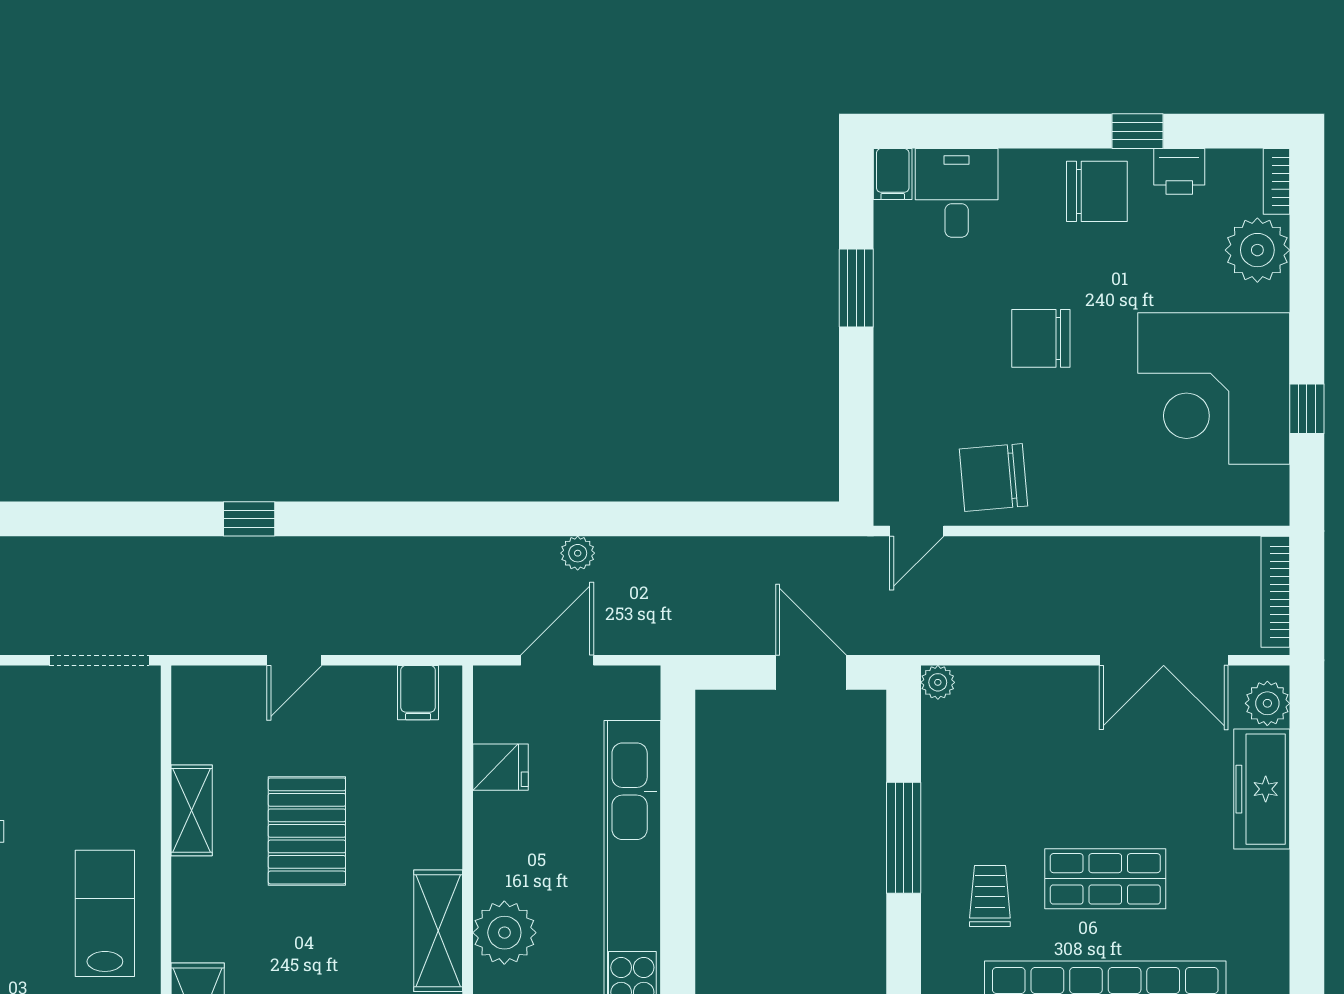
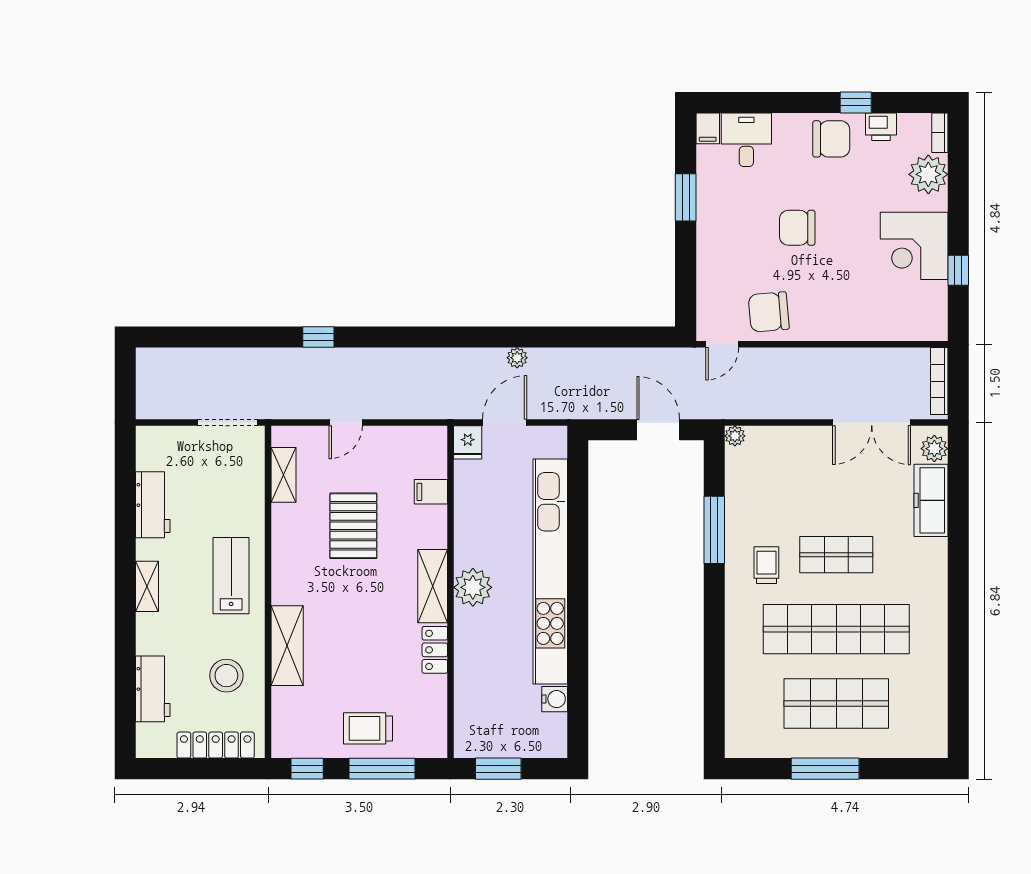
corner desk: (1214, 388) -> (914, 246), width x0.74, depth x0.74
filing cabinet: (418, 693) -> (431, 492), moved, turned 90
fridge: (500, 767) -> (468, 442), moved, turned 90
shelving: (192, 810) -> (284, 475), moved

